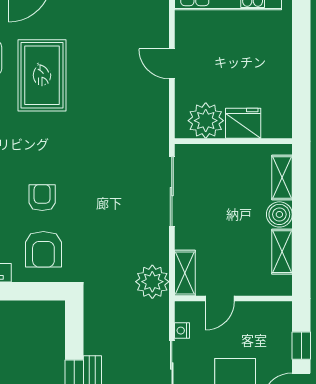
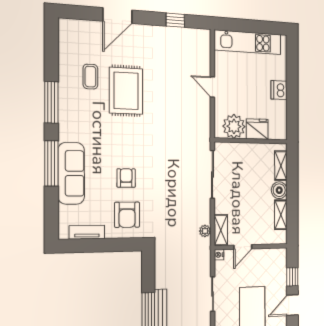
dishwasher: (279, 64) -> (279, 90), added
plant: (152, 282) -> (205, 231), width x0.53, depth x0.53
nightstand: (182, 331) -> (219, 255), moved

